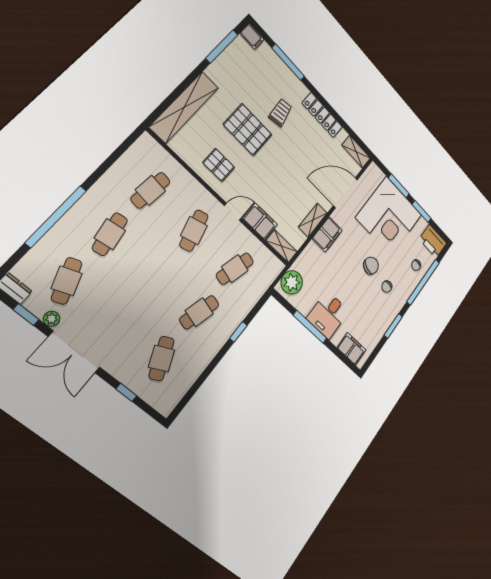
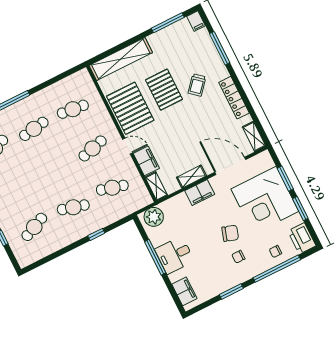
trolley: (280, 113) -> (197, 85), turned 140
pallet: (219, 165) -> (130, 108), width x2.05, depth x2.00

